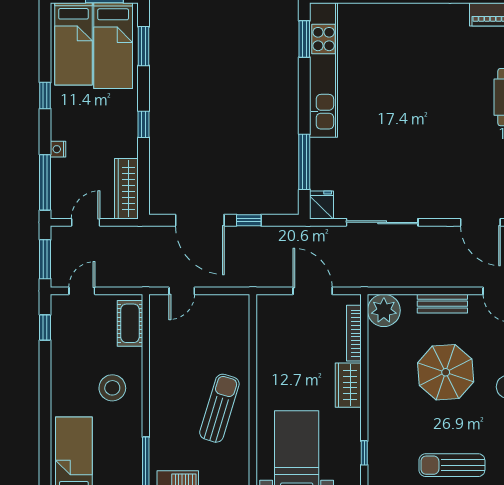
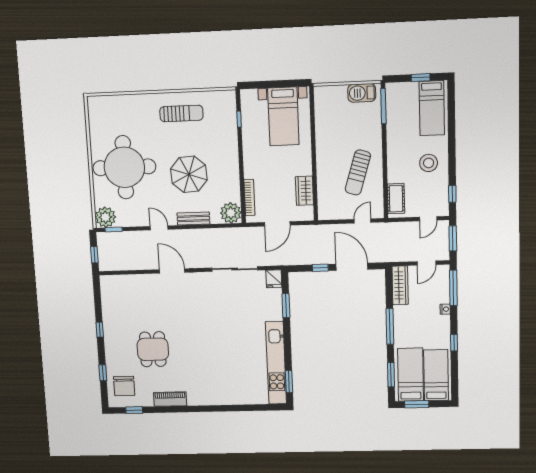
window: (144, 124) -> (390, 326), width x2.17
window: (304, 162) -> (286, 306), width x0.69
door: (313, 291) -> (277, 224), hinge flipped
wardrobe: (348, 385) -> (304, 191), moved, turned 180
stool: (112, 388) -> (429, 163), moved
sun lounger: (219, 408) -> (358, 172), moved

